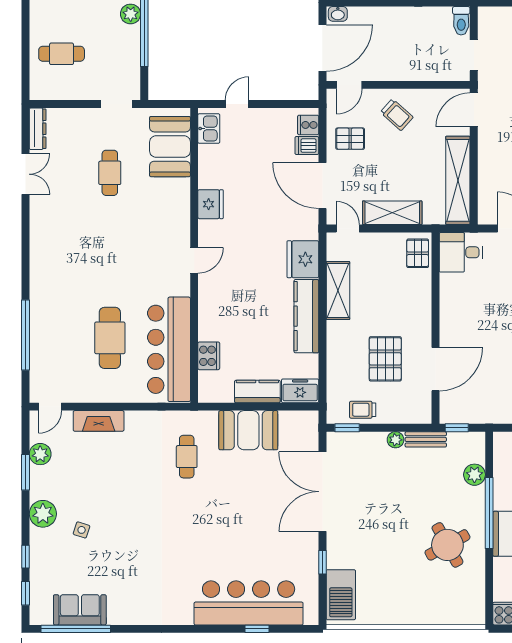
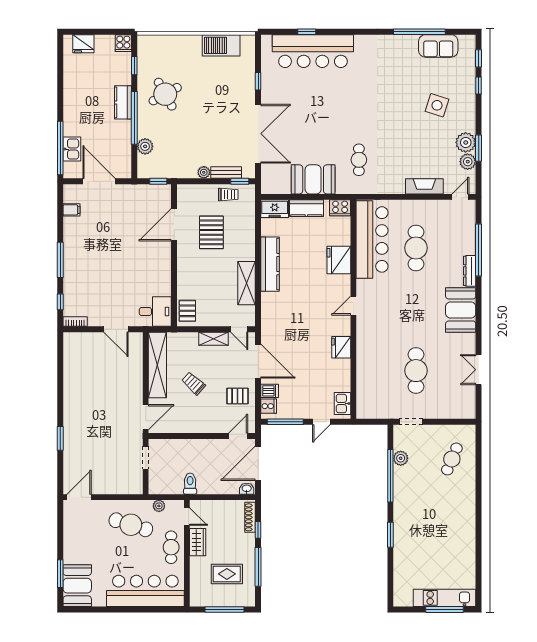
plant: (131, 14) -> (401, 458), moved
toilet: (461, 21) -> (190, 484), moved
cafe table: (62, 54) -> (452, 459), turned -67
window: (286, 104) -> (285, 422), added
trolley: (397, 115) -> (193, 383), moved
dresser: (38, 129) -> (470, 271), moved
booth: (170, 147) -> (461, 310), moved
cafe table: (110, 173) -> (416, 371), width x1.37, depth x1.35
shelving: (392, 213) -> (214, 339), width x0.67, depth x0.75
fridge: (303, 259) -> (339, 260), moved, turned 180
cooker: (209, 356) -> (340, 208), moved, turned -90
bench: (426, 439) -> (226, 173), moved
plant: (43, 514) -> (466, 142), moved
side table: (82, 530) -> (437, 105), width x1.87, depth x1.87
window: (489, 583) -> (134, 66), added
barbecue: (341, 595) -> (221, 45), moved, turned -90
window: (76, 629) -> (419, 32), moved

